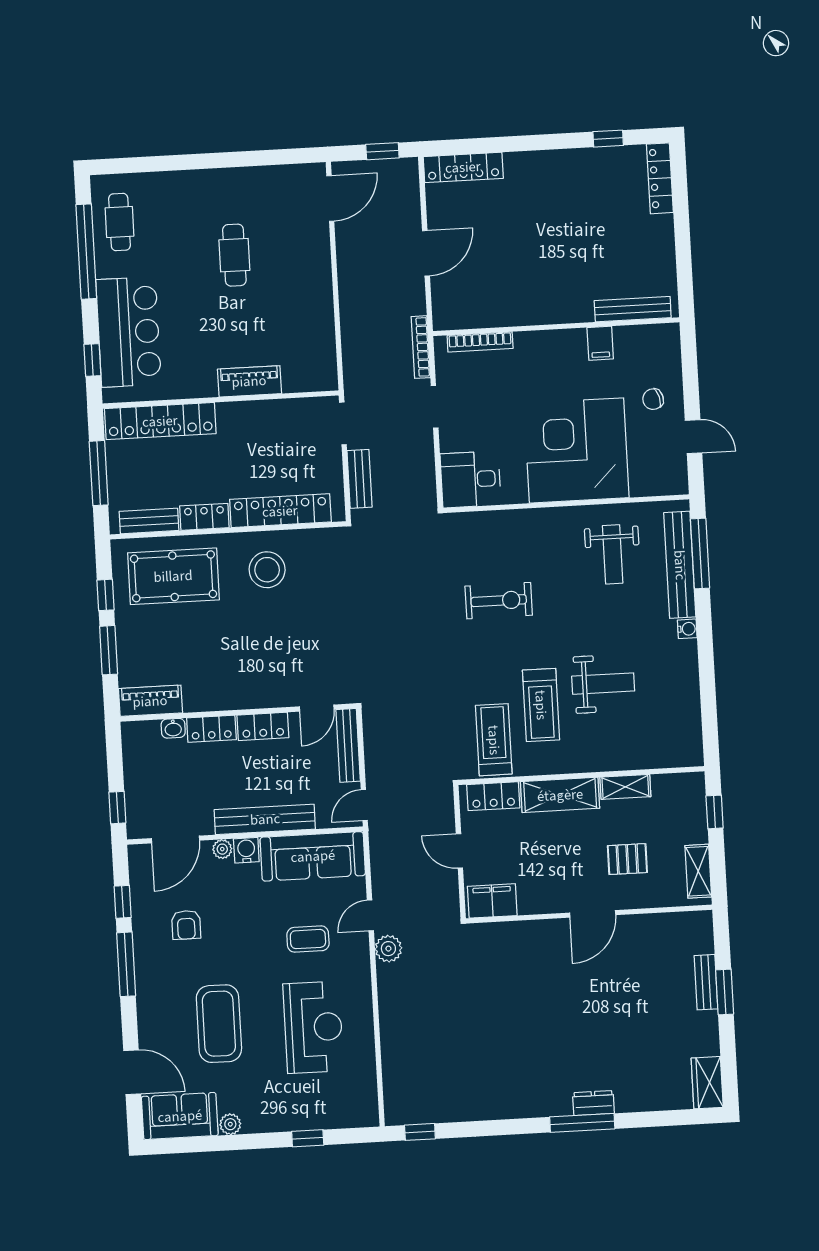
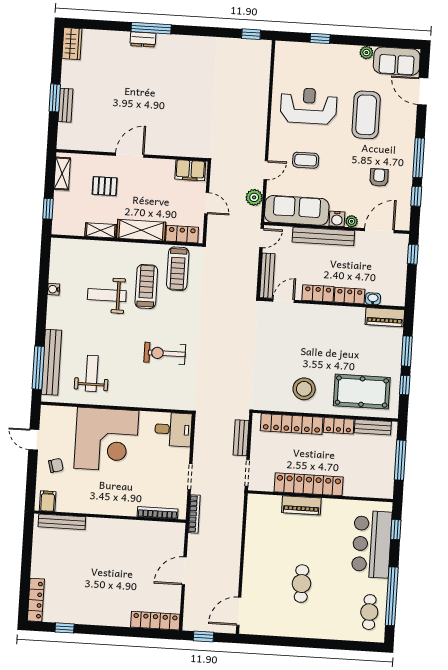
filing cabinet: (600, 343) -> (48, 501), moved
locker: (160, 421) -> (309, 484), moved
water cooler: (687, 629) -> (54, 289), moved
plant: (388, 949) -> (254, 197), moved
reception desk: (313, 1027) -> (309, 106), turned 90

